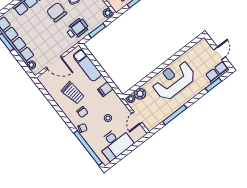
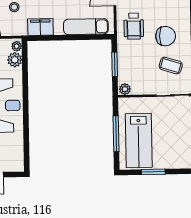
wheelchair: (77, 29) -> (134, 26), moved
filing cabinet: (105, 89) -> (40, 27), width x2.00

